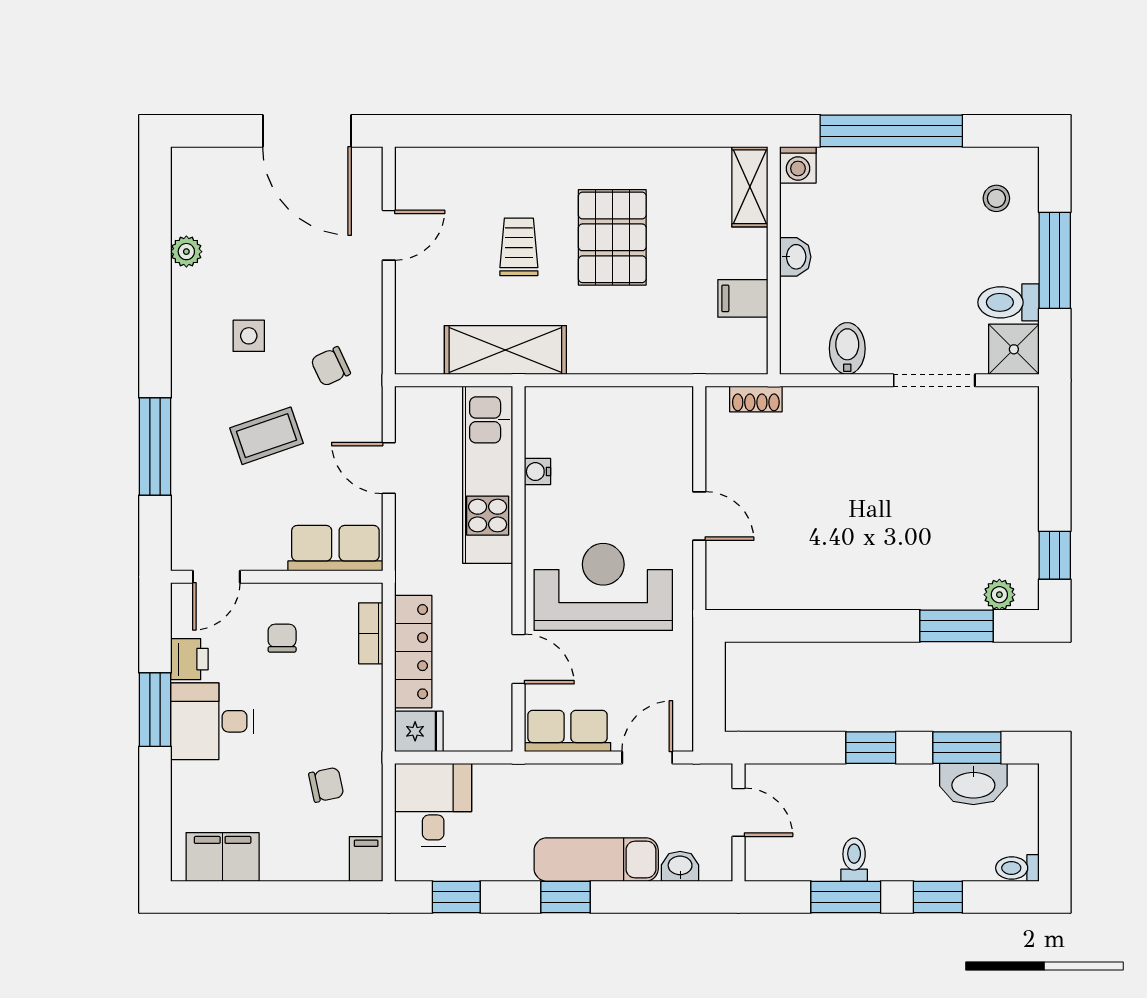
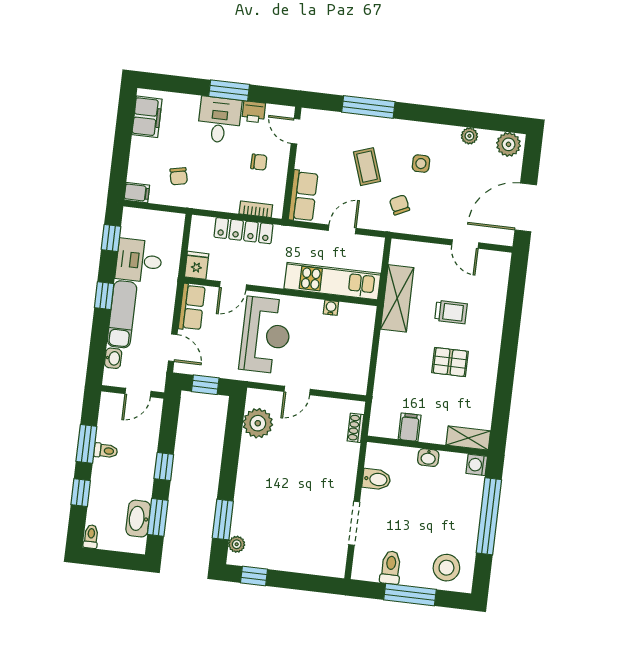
plant: (193, 177) -> (509, 144), added
stool: (996, 198) -> (446, 568), width x1.89, depth x1.89
pallet: (612, 237) -> (450, 362), width x0.67, depth x0.71
shower: (1014, 349) -> (366, 567), removed
plant: (769, 582) -> (258, 423), added
window: (709, 689) -> (205, 385), added
fridge: (419, 731) -> (197, 265), moved, turned 180
desk: (433, 805) -> (139, 261), moved, turned 180

